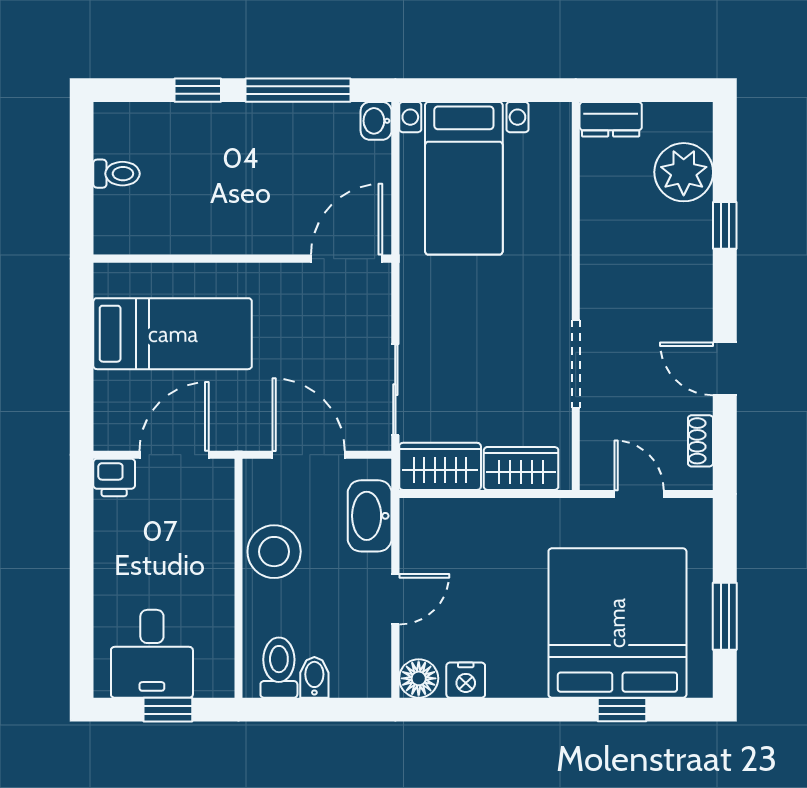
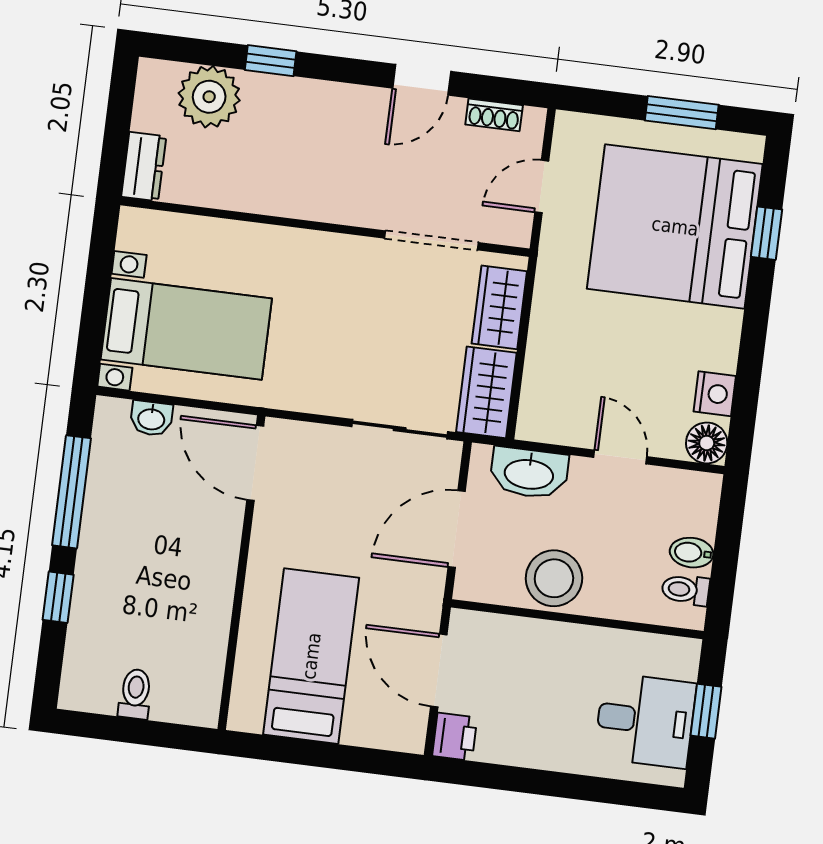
washbasin: (376, 121) -> (151, 418), moved
doorway: (576, 364) -> (432, 240), moved
toilet: (279, 668) -> (686, 590), width x0.73, depth x0.72

